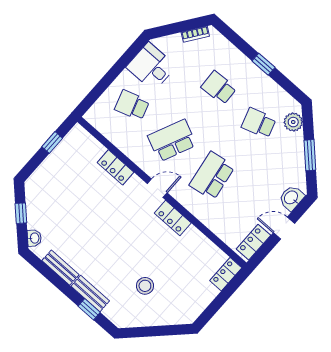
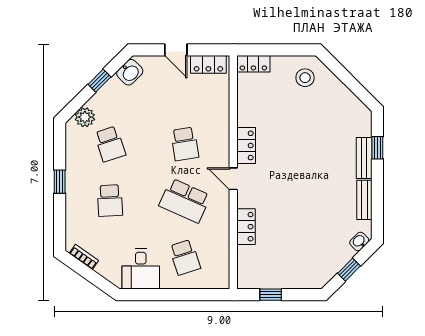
window: (310, 155) -> (99, 81), width x0.67
school desk: (212, 176) -> (185, 144), width x0.54
washbasin: (291, 198) -> (130, 72), moved, turned -45
stool: (145, 286) -> (305, 78), moved

